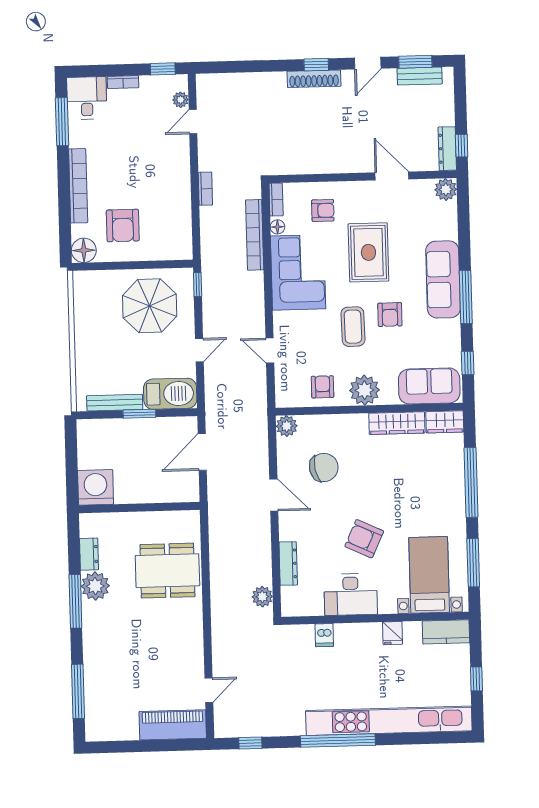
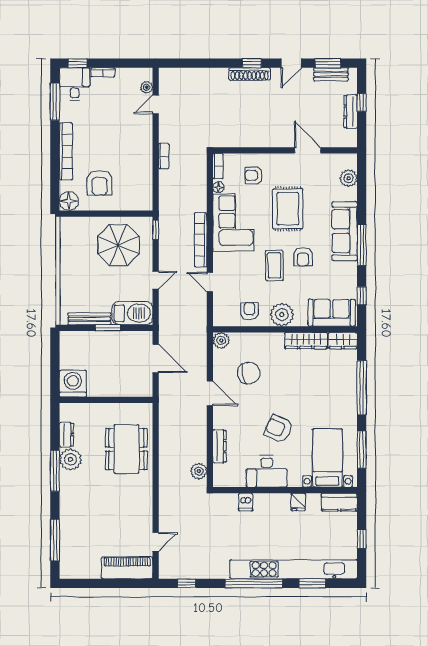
window: (163, 69) -> (77, 63), moved
window: (462, 146) -> (362, 103), moved
dresser: (447, 149) -> (351, 112), moved
plant: (446, 189) -> (349, 178), moved
armchair: (323, 210) -> (254, 175), turned 180
bookcase: (255, 235) -> (201, 240), moved
door: (202, 452) -> (156, 359), swing flipped
dining table: (167, 571) -> (126, 449), turned 90
window: (414, 738) -> (312, 583), added

